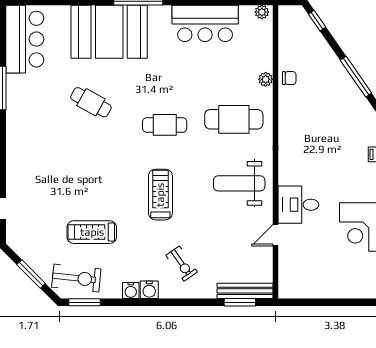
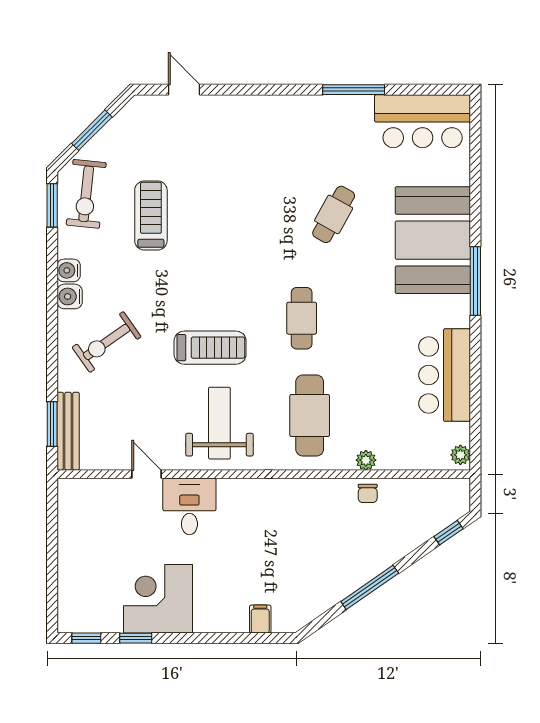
treadmill: (160, 195) -> (210, 348), moved
exercise bike: (182, 264) -> (107, 342), width x1.38, depth x1.39

